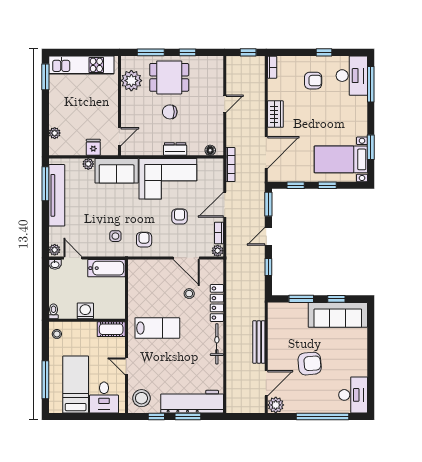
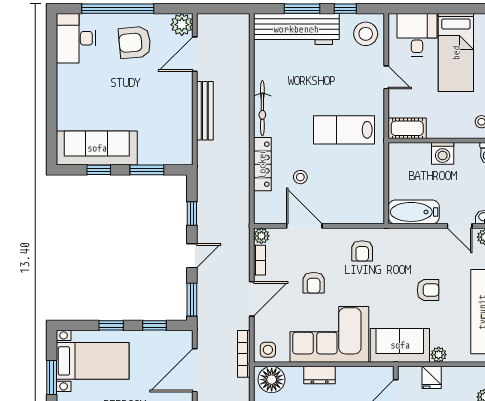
floor lamp: (210, 150) -> (272, 380), width x1.89, depth x1.89
armchair: (96, 211) -> (428, 290), added
side table: (115, 236) -> (268, 350), moved
armchair: (310, 364) -> (135, 42), moved

